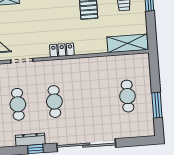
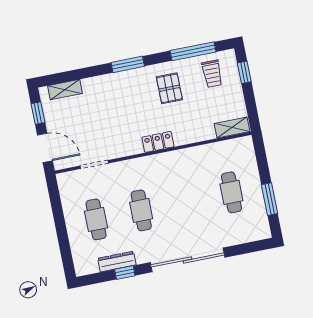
shelving: (127, 43) -> (232, 127), width x0.67, depth x0.75
locker: (62, 50) -> (158, 142), moved

